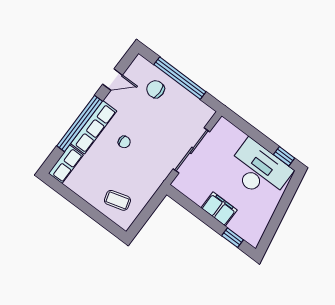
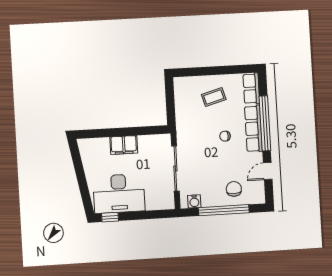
chair: (156, 89) -> (234, 189), turned -90
water cooler: (199, 108) -> (194, 201), added
coffee table: (117, 200) -> (214, 97), moved
window: (233, 238) -> (98, 133), removed

